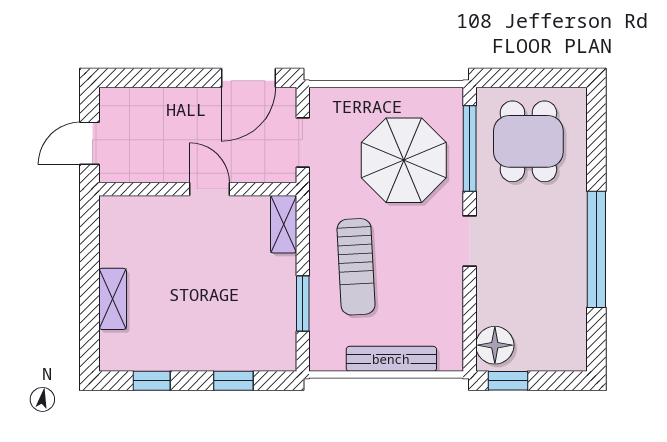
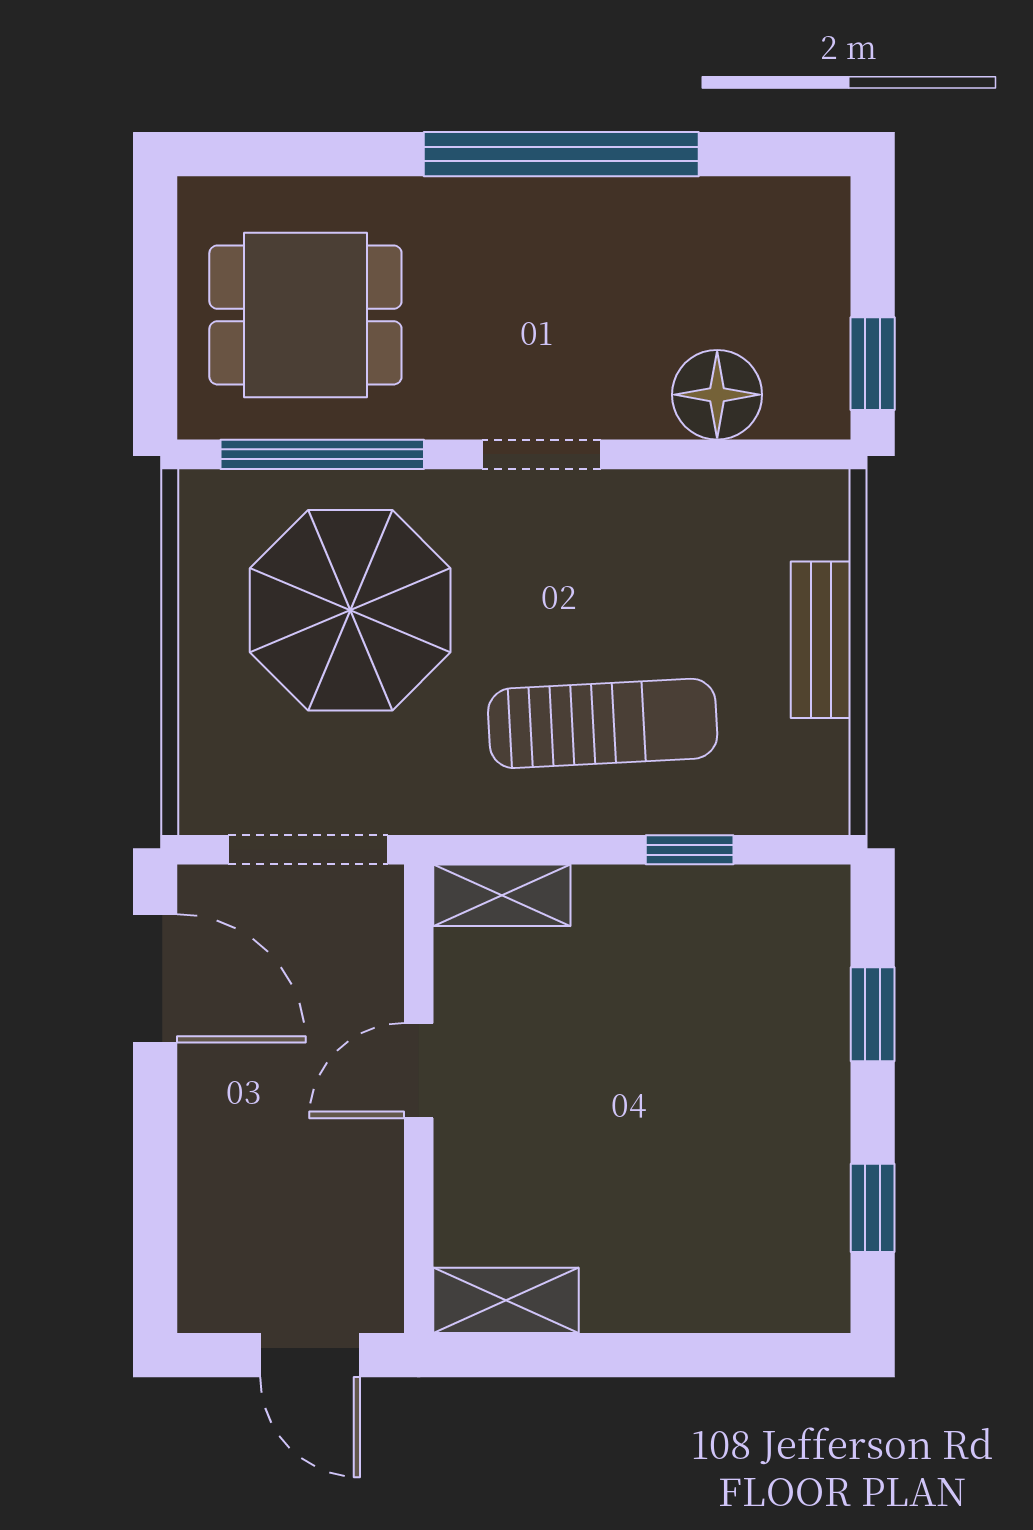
doorway: (303, 142) -> (308, 850), width x1.38
shelving: (113, 299) -> (506, 1300), moved
window: (303, 304) -> (690, 850), width x0.67
floor lamp: (495, 345) -> (717, 395), moved
bench: (391, 359) -> (821, 640), width x0.73

